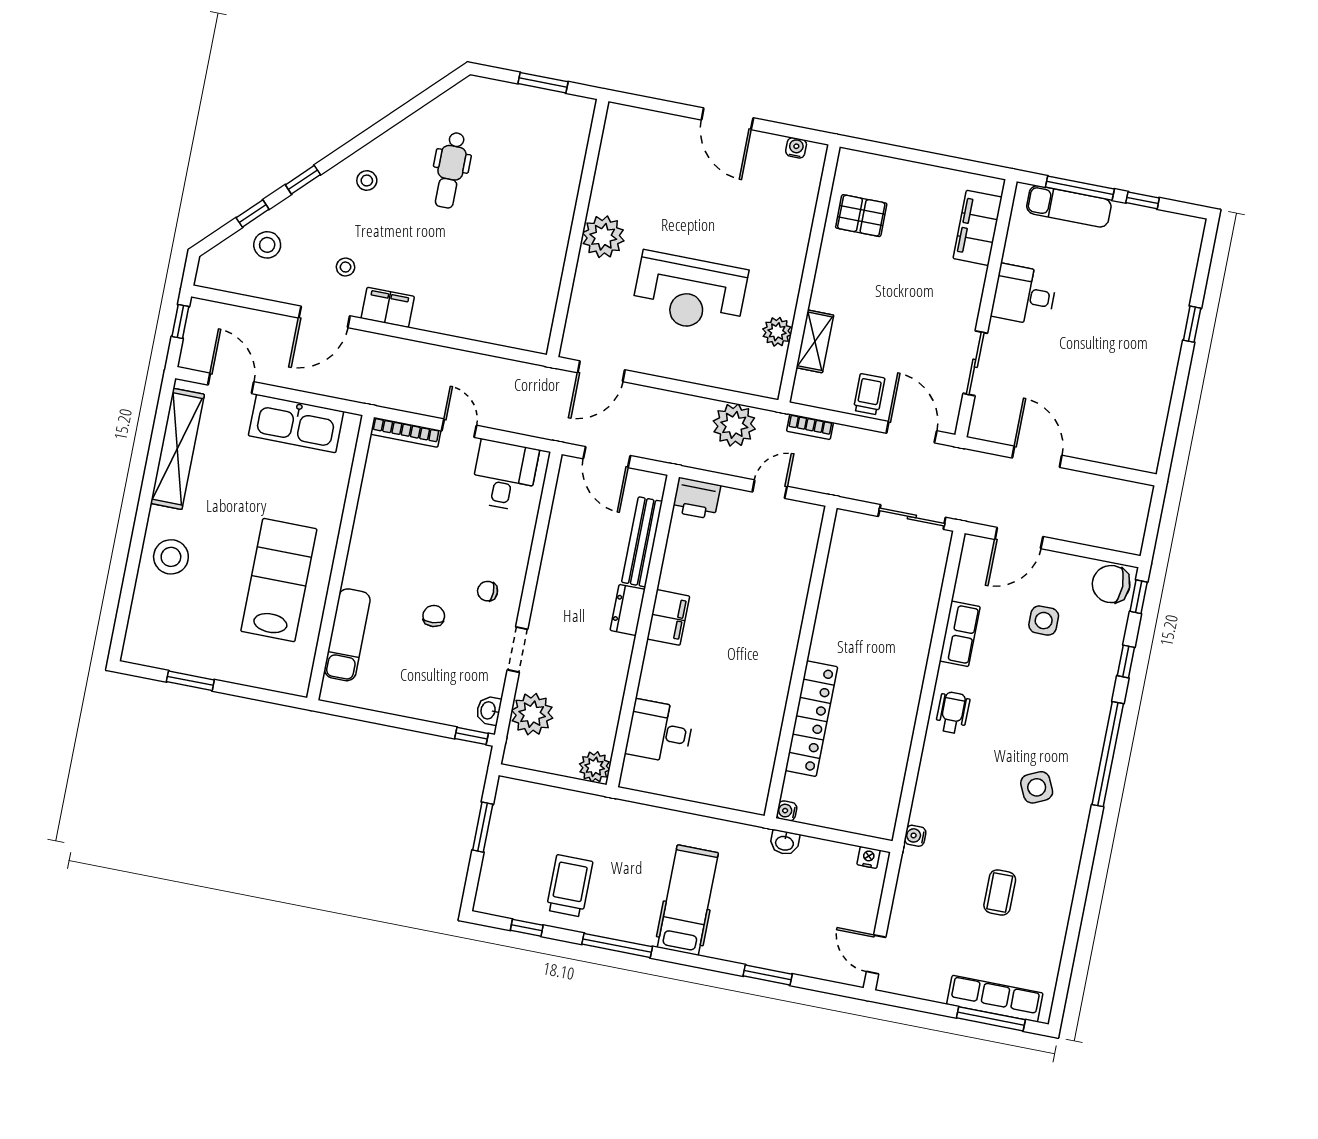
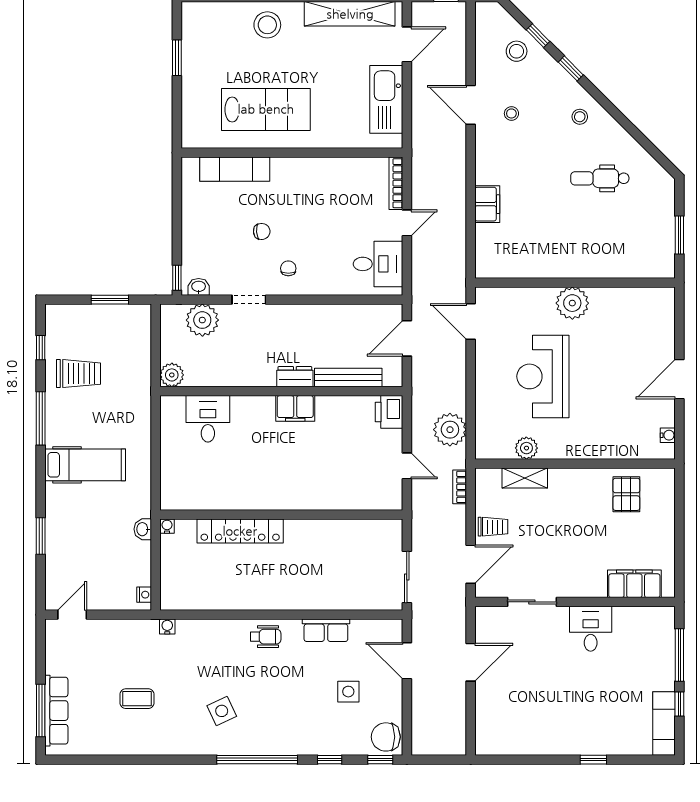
exam couch: (1069, 206) -> (664, 723), moved
filing cabinet: (388, 307) -> (487, 204), moved
chair: (1111, 584) -> (386, 737), turned -90

